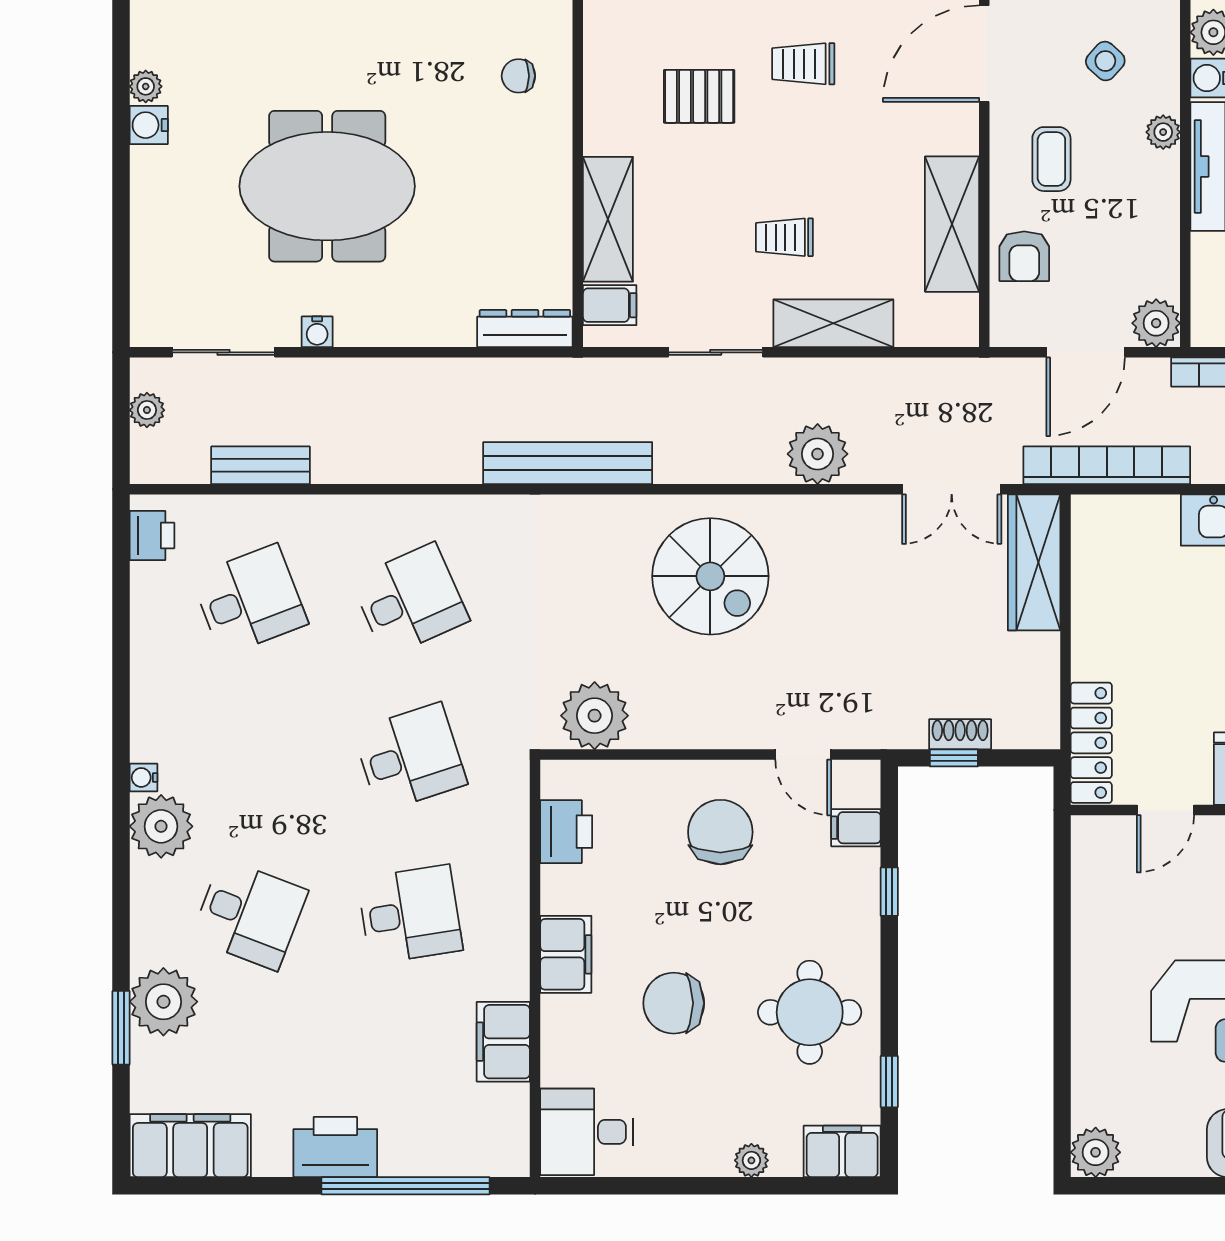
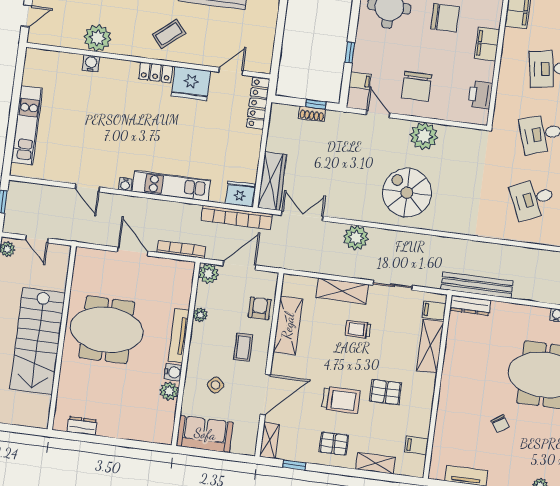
trolley: (803, 64) -> (341, 400), width x1.36, depth x1.39
chair: (518, 76) -> (500, 424), moved, turned 57
plant: (1163, 132) -> (200, 315), moved
trolley: (784, 237) -> (358, 329), turned 180
bench: (568, 463) -> (477, 285), moved
fridge: (1106, 522) -> (240, 194), added
plant: (595, 716) -> (424, 136), moved

